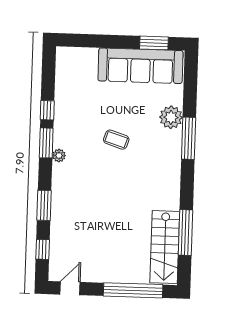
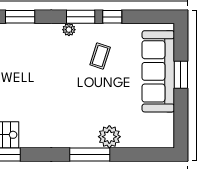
window: (154, 43) -> (181, 75), moved
sofa: (140, 66) -> (158, 71), moved
coffee table: (116, 140) -> (100, 56), moved

